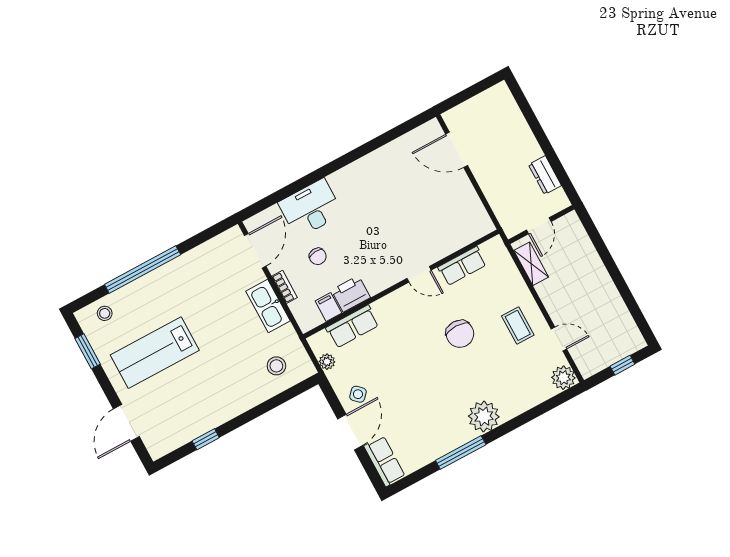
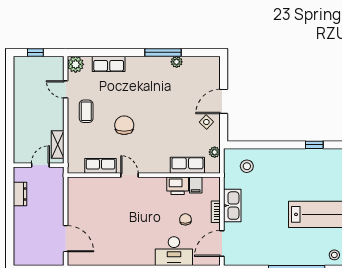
plant: (484, 416) -> (177, 62), moved, width x0.53, depth x0.53
row of seats: (385, 461) -> (109, 64), moved, turned -90

